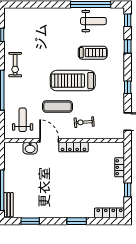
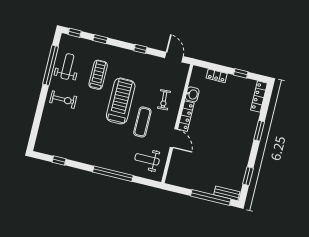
exercise bike: (15, 65) -> (63, 100), moved
treadmill: (73, 81) -> (121, 101), turned 180
door: (49, 141) -> (174, 138), swing flipped
washbasin: (30, 148) -> (192, 94), moved

